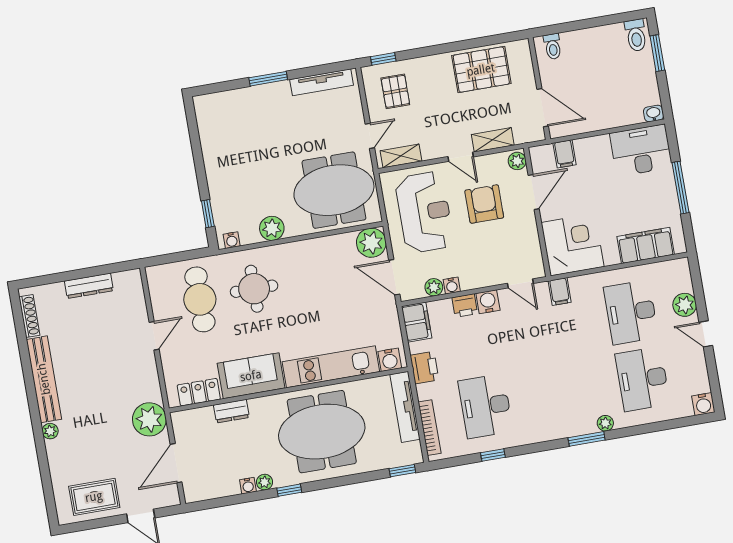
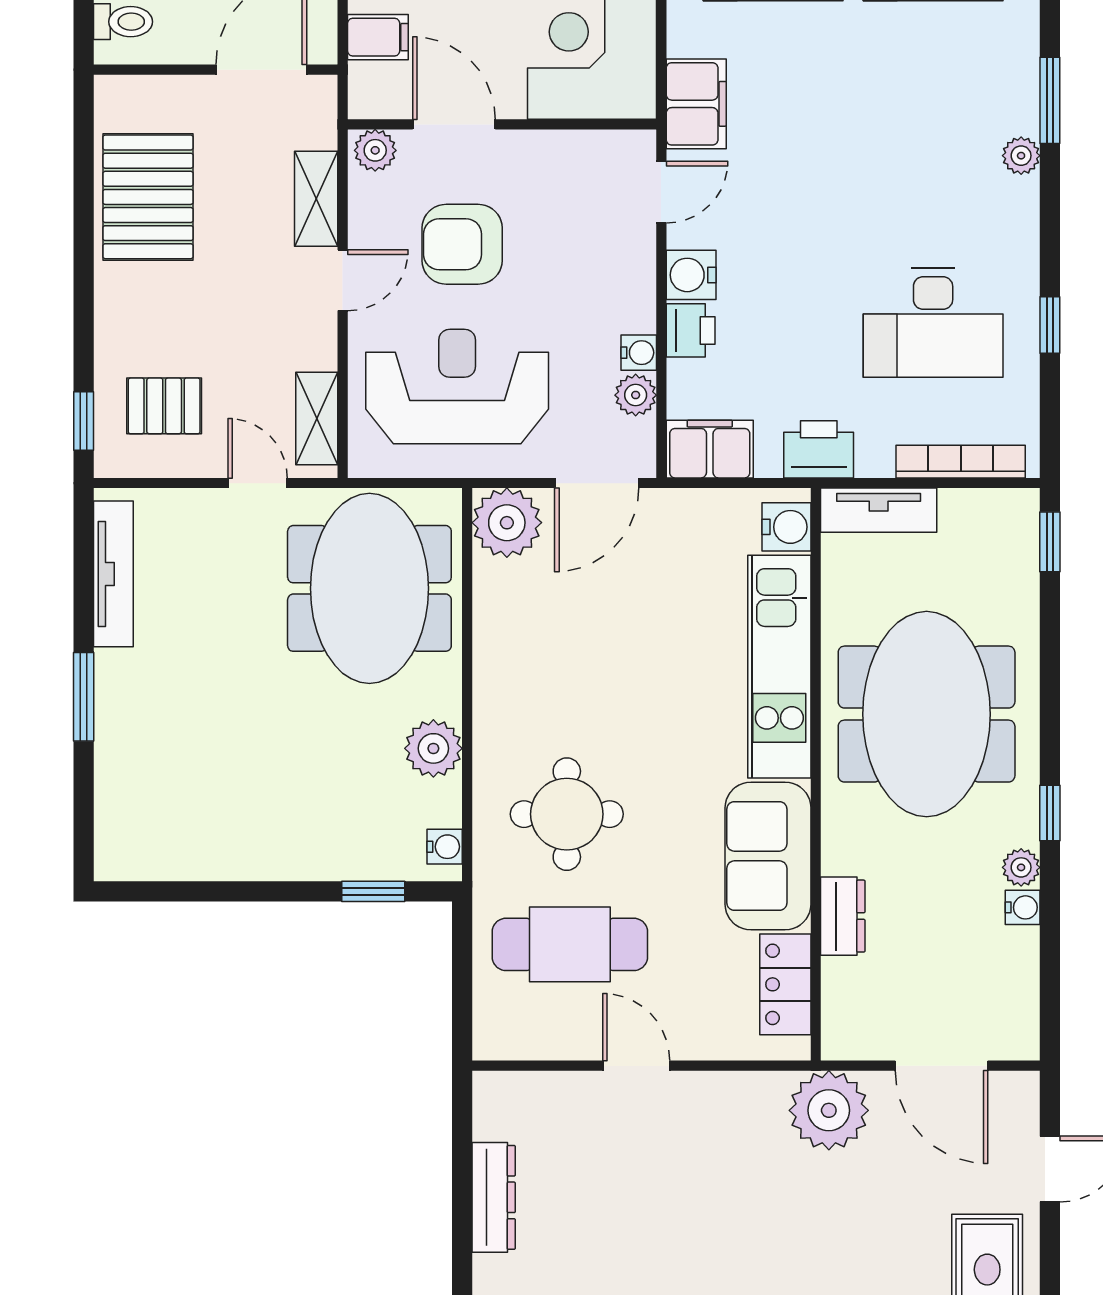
filing cabinet: (560, 292) -> (696, 104), width x2.00
tv unit: (405, 407) -> (879, 510), width x0.71
plant: (605, 423) -> (1021, 156), moved

